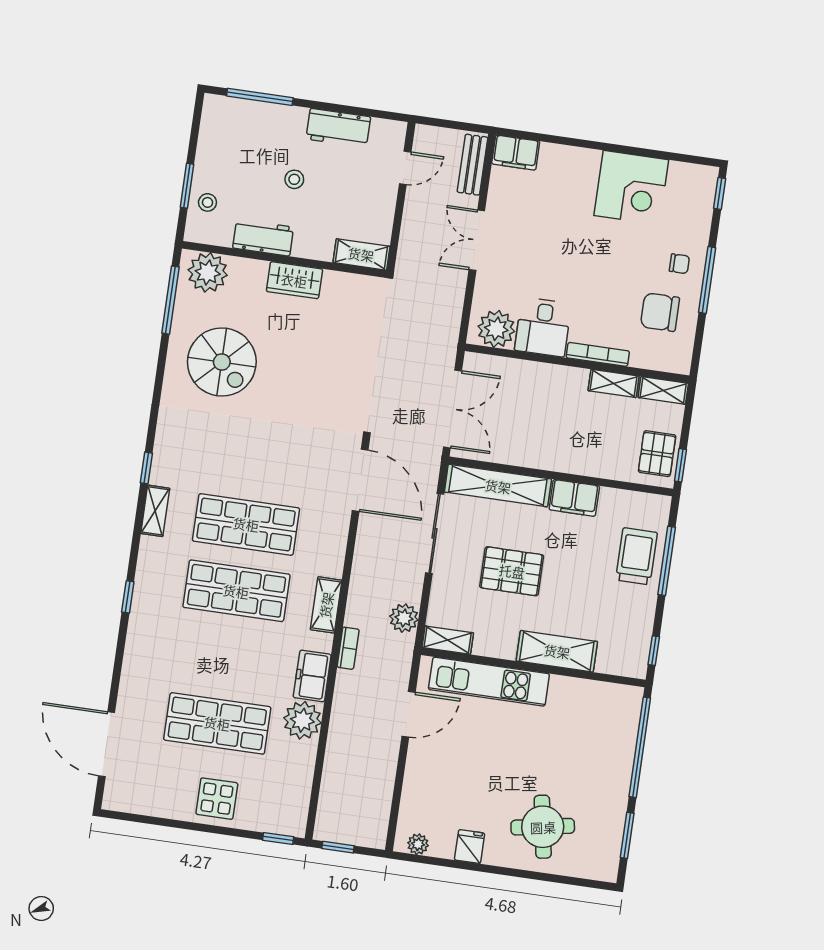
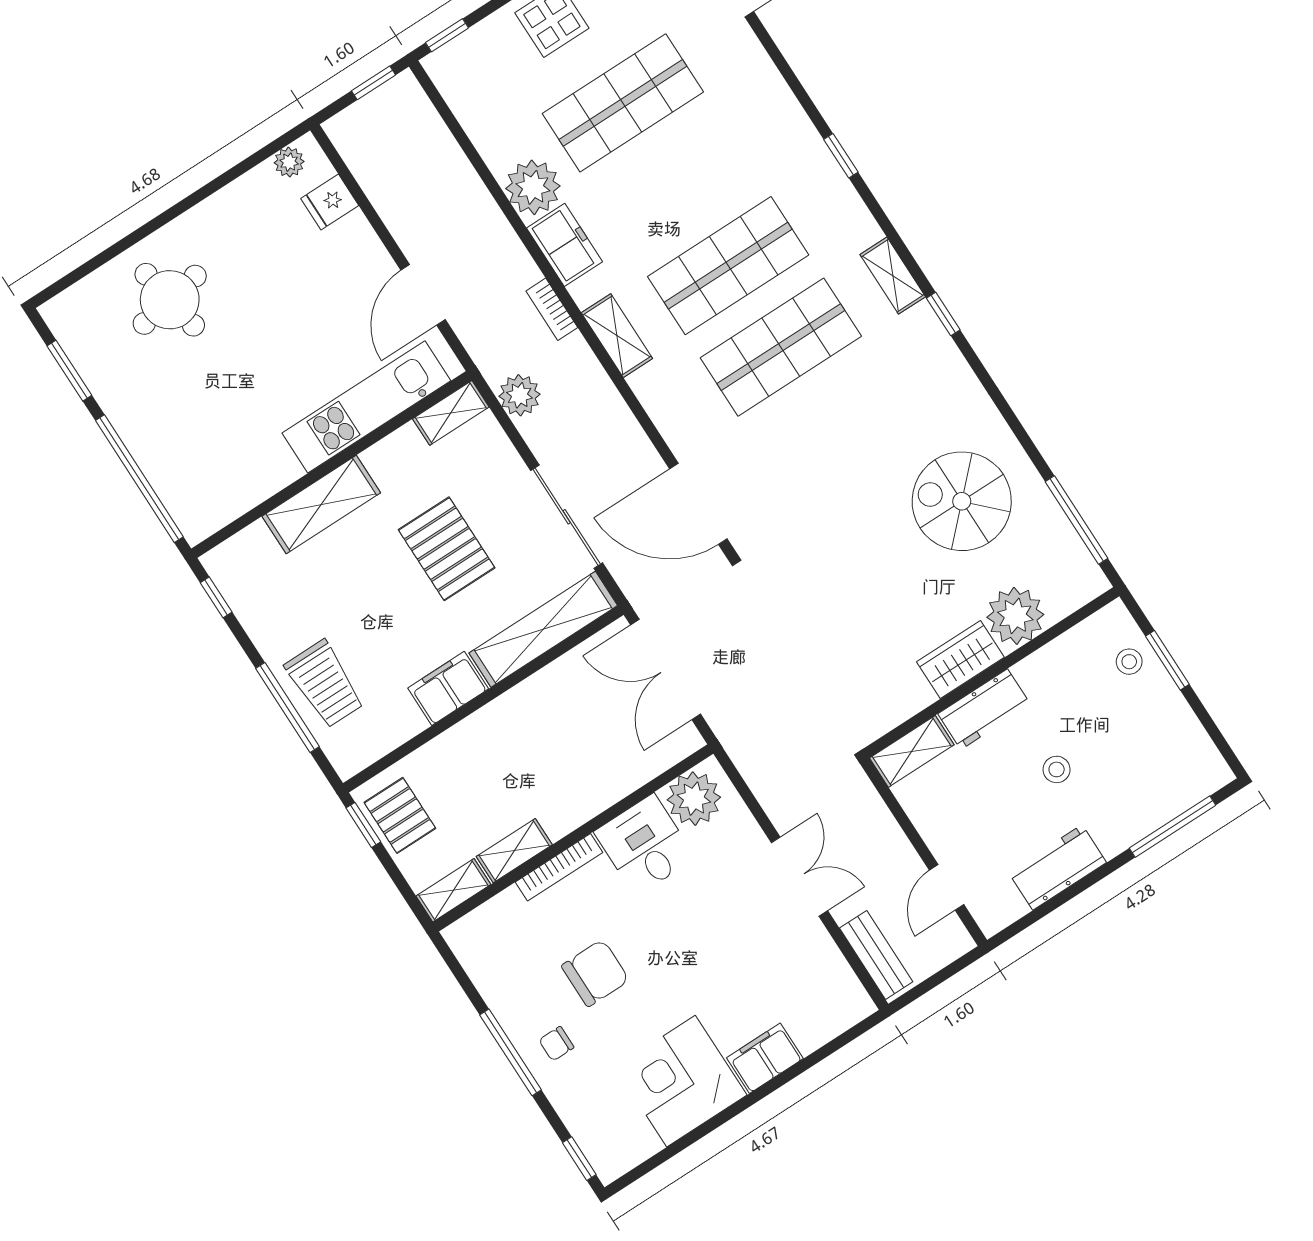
filing cabinet: (516, 153) -> (765, 1058), moved
workbench: (263, 238) -> (984, 709), moved
plant: (208, 272) -> (1015, 616), moved
chair: (660, 312) -> (595, 973), moved
pallet: (512, 571) -> (447, 549), turned 90
fridge: (470, 846) -> (330, 202), moved, turned 90

